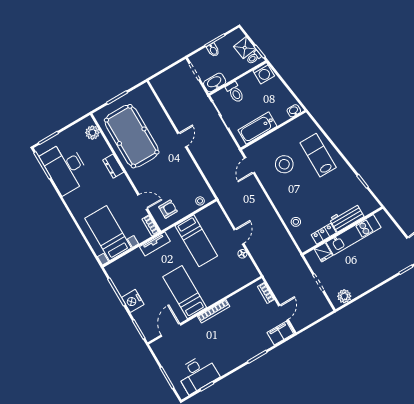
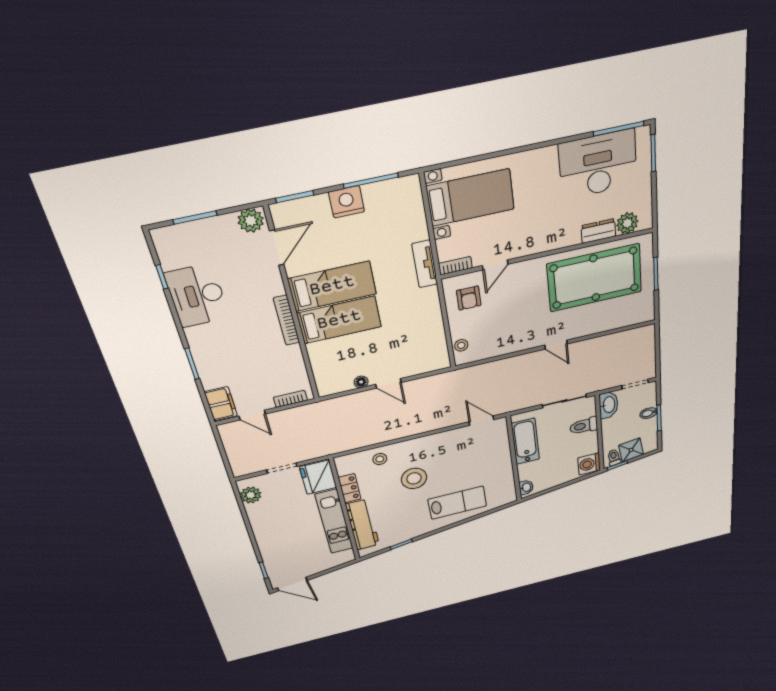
stool: (284, 164) -> (414, 478), moved
dresser: (113, 166) -> (598, 231), moved
workbench: (347, 218) -> (362, 525), width x1.38
bed: (196, 241) -> (339, 320), moved, turned 180
fridge: (323, 252) -> (318, 477), width x1.88, depth x1.34
door: (171, 330) -> (277, 248), hinge flipped
plant: (160, 348) -> (251, 221), added
desk: (198, 374) -> (197, 296), moved

